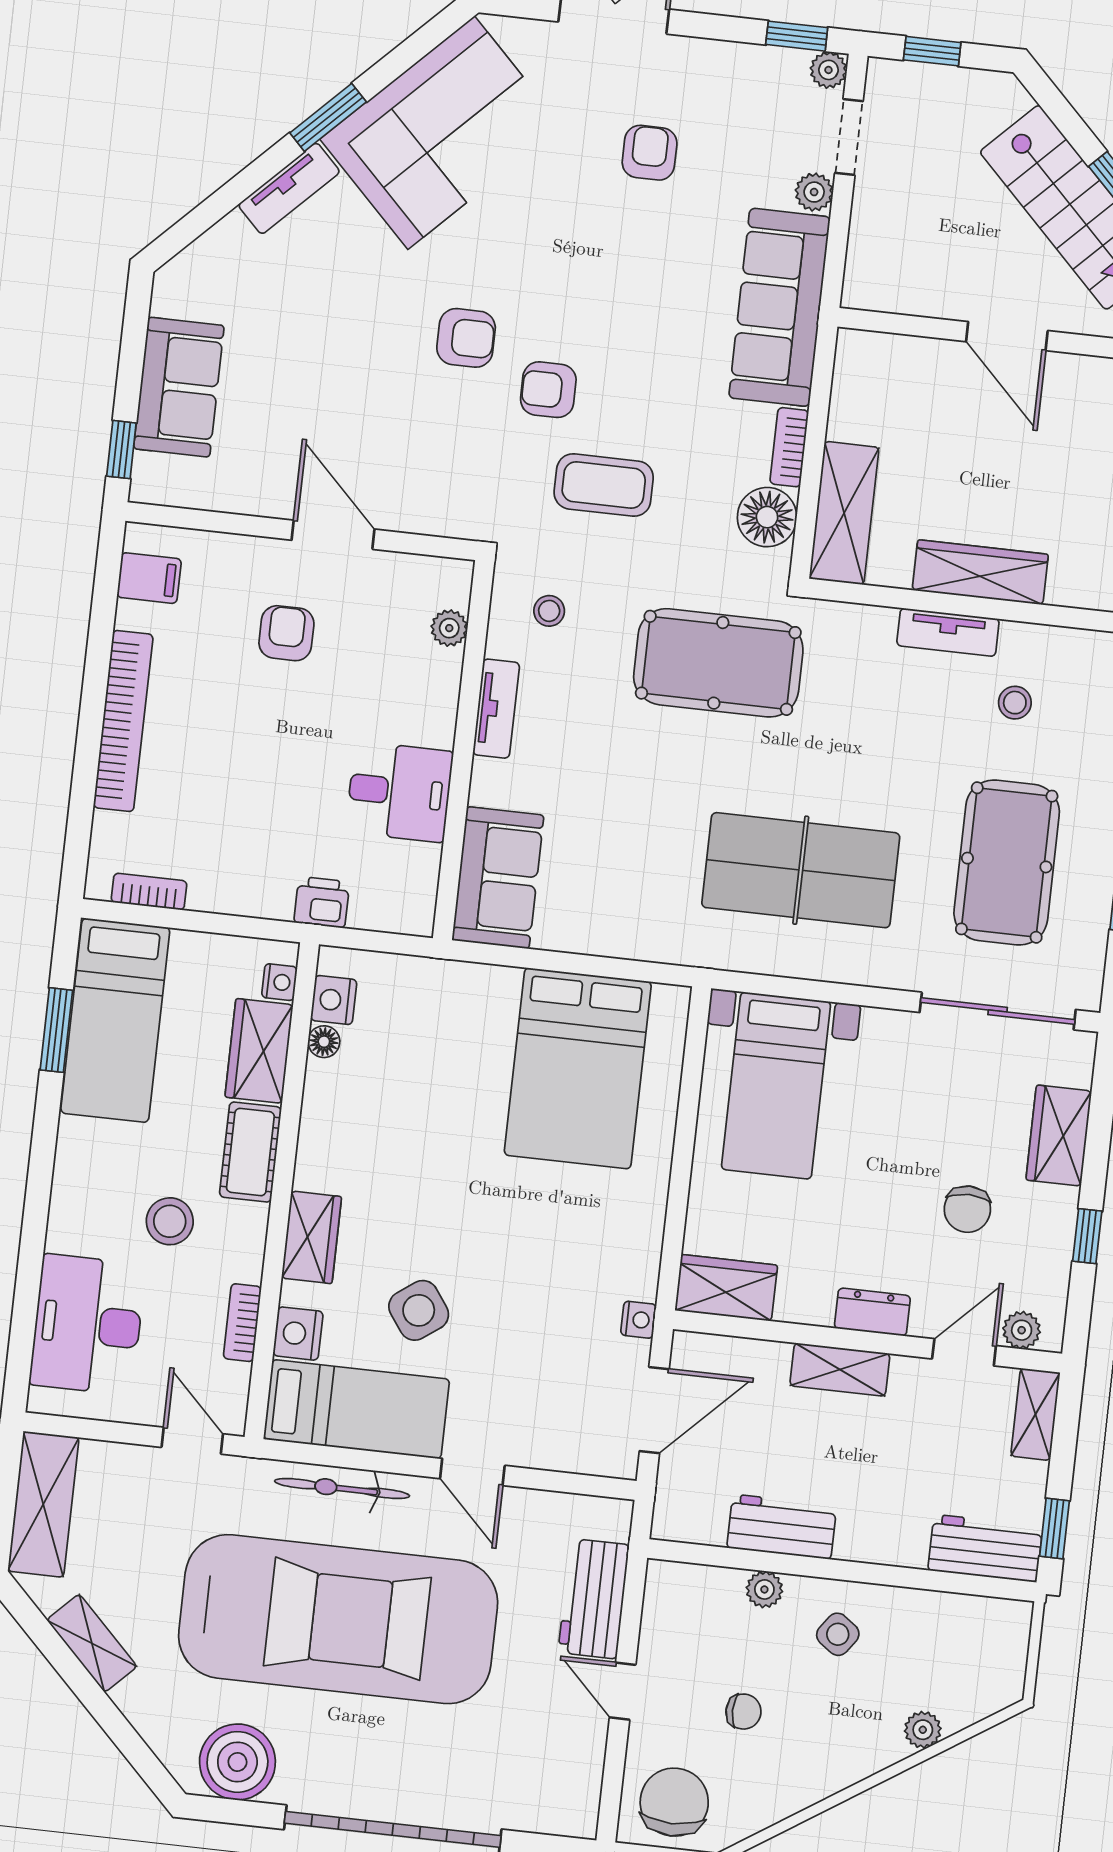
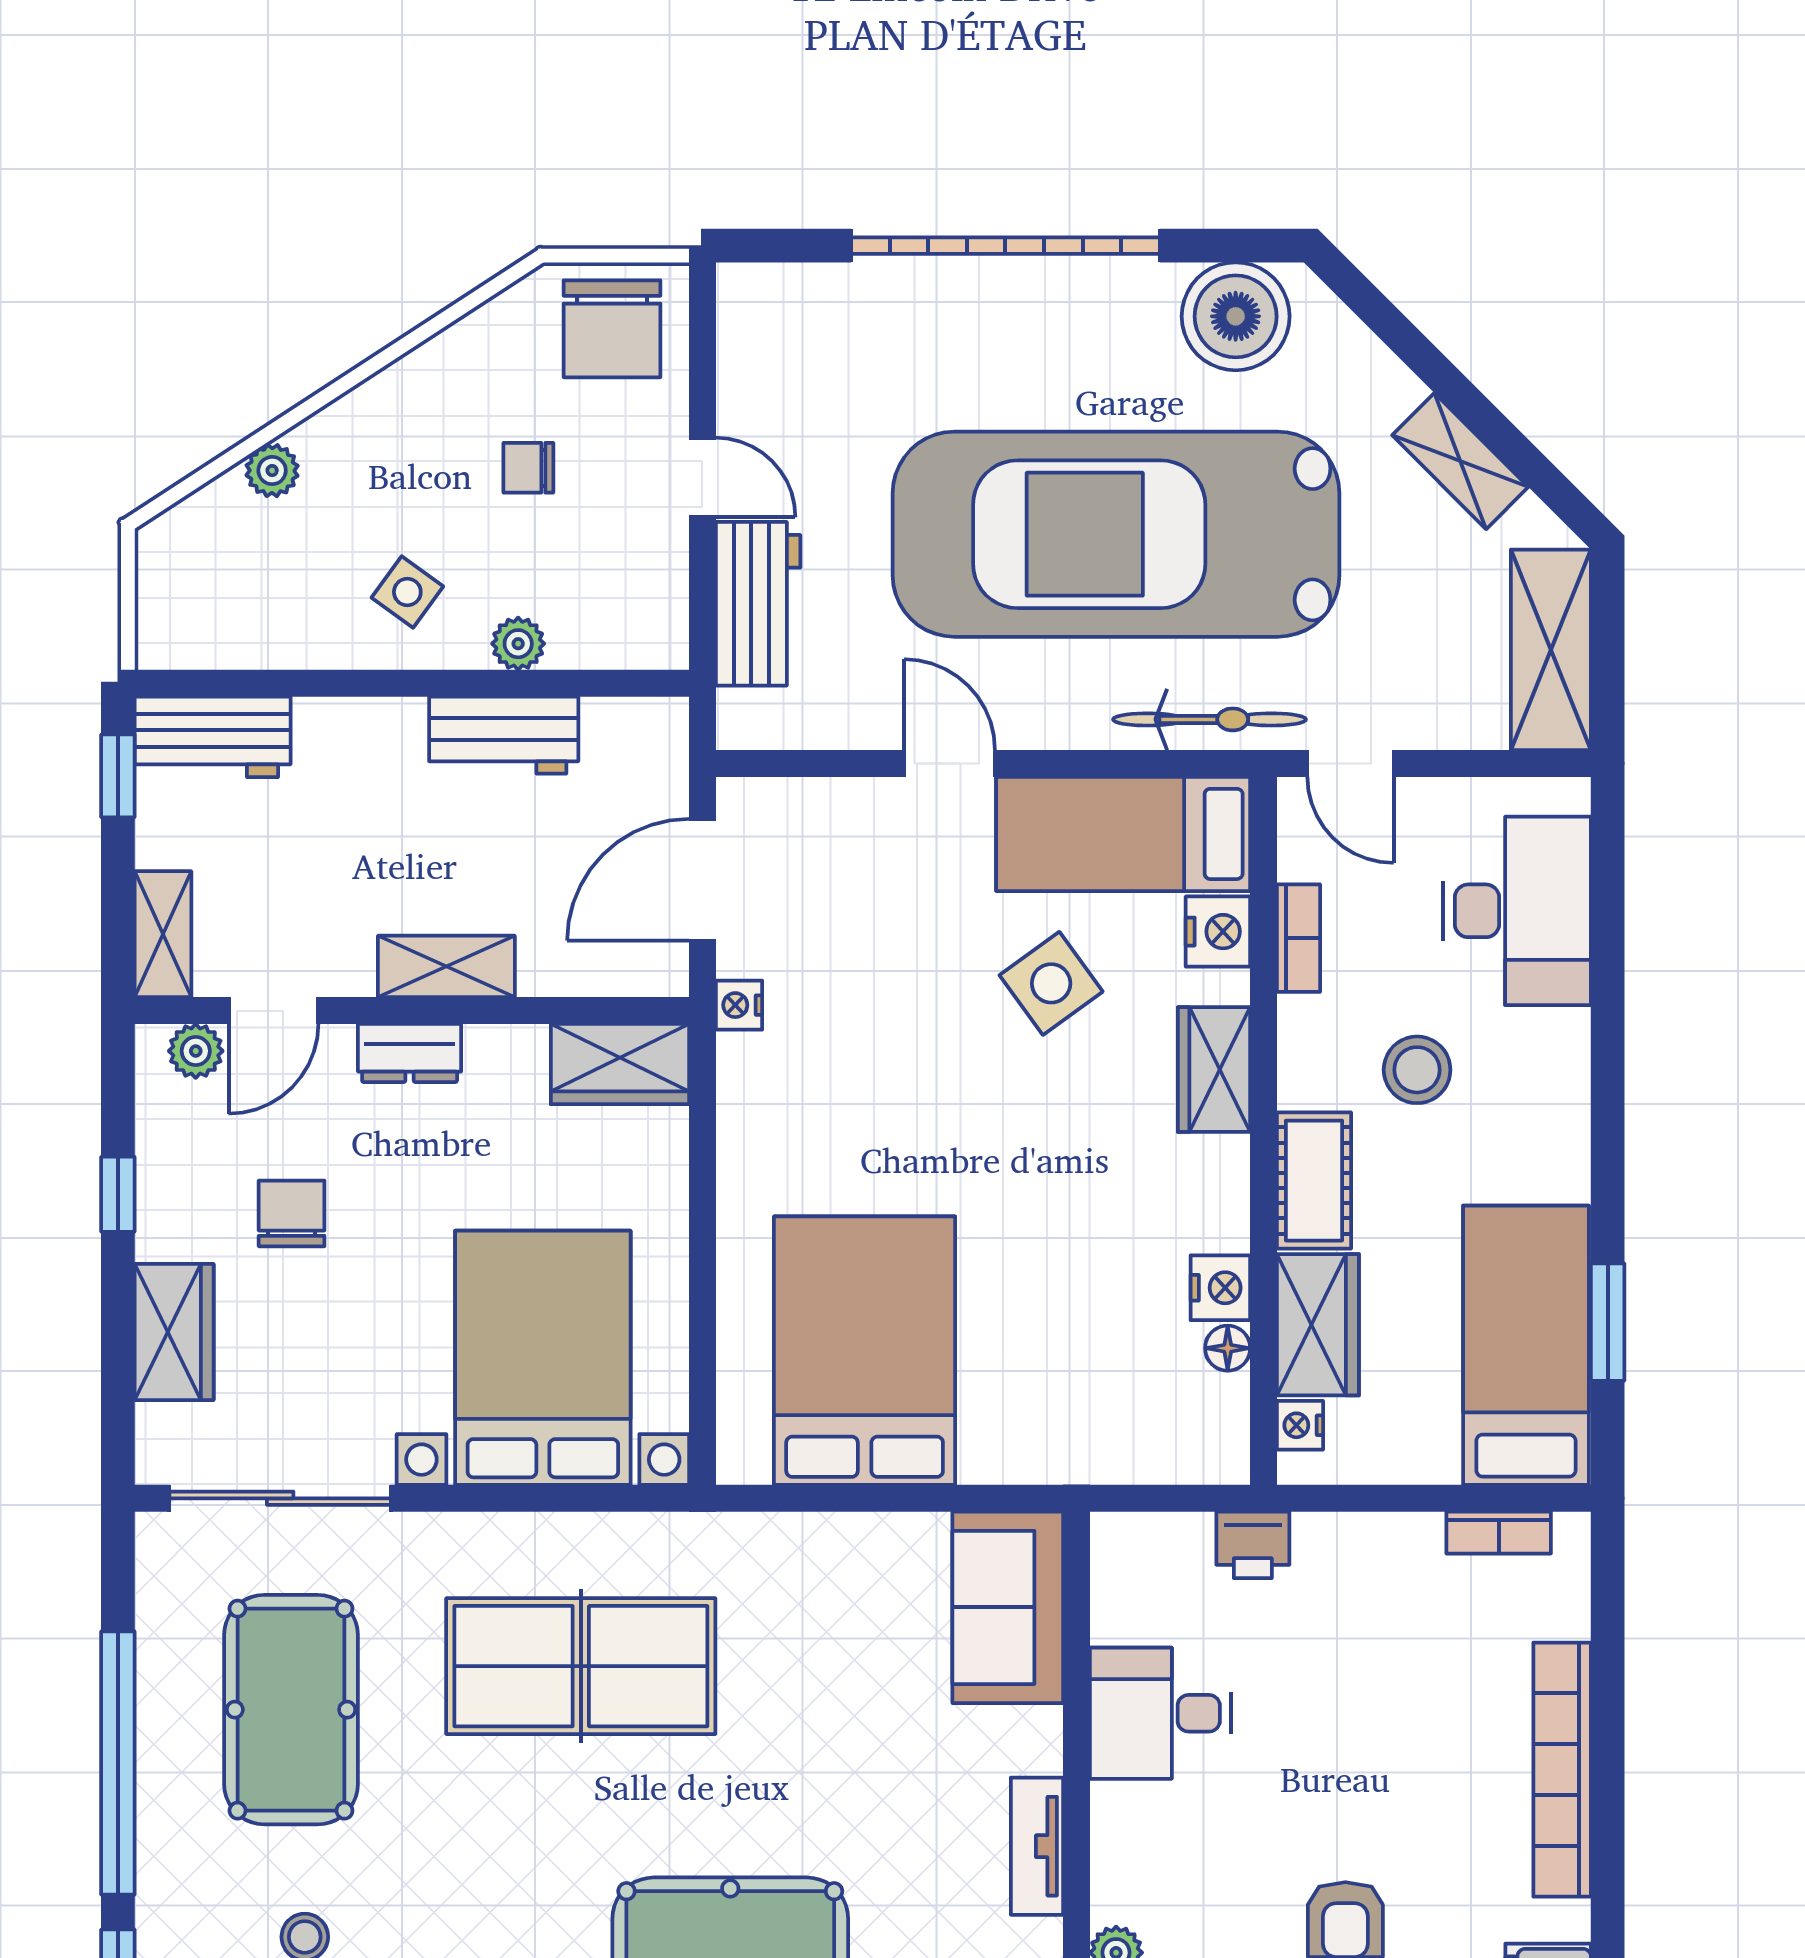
nightstand: (334, 1000) -> (1220, 1288), moved
bed with nightstands: (776, 1086) -> (543, 1358), width x1.36
bicycle: (342, 1489) -> (1210, 719), moved

